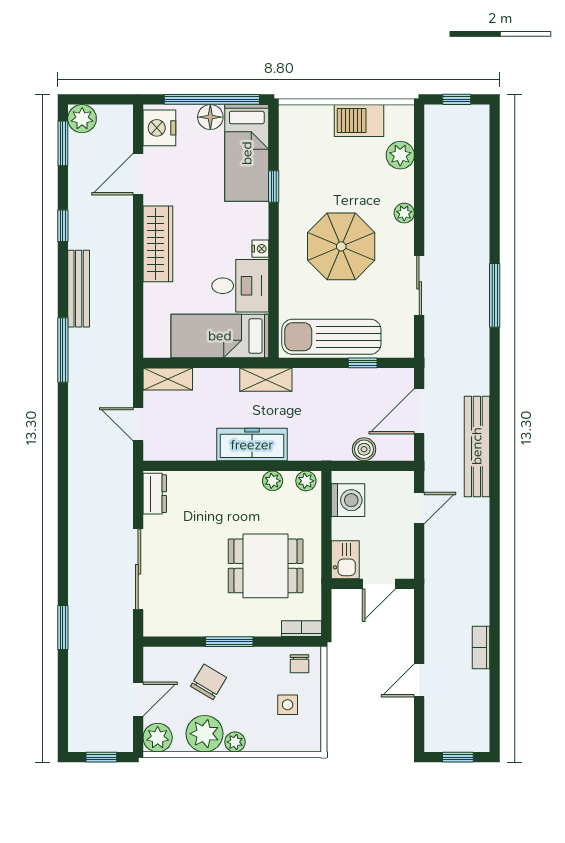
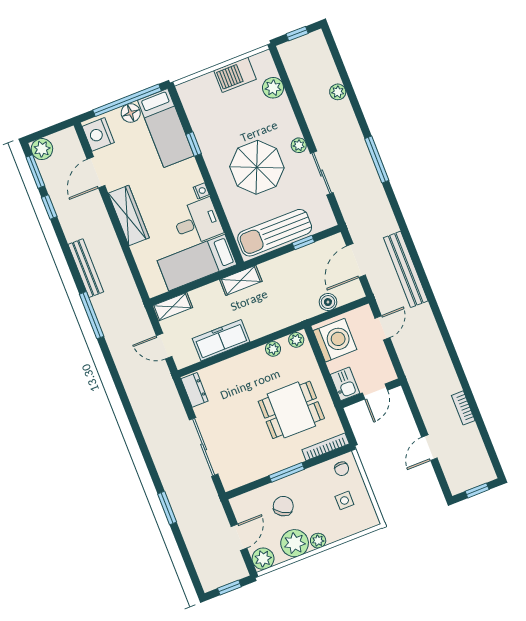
plant: (479, 192) -> (338, 92), added
plant: (404, 213) -> (299, 145), moved
window: (63, 226) -> (49, 207), moved
freezer: (252, 445) -> (221, 340), moved
washing machine: (348, 500) -> (335, 340), width x1.37, depth x1.37
bookcase: (301, 629) -> (326, 447), width x1.56

